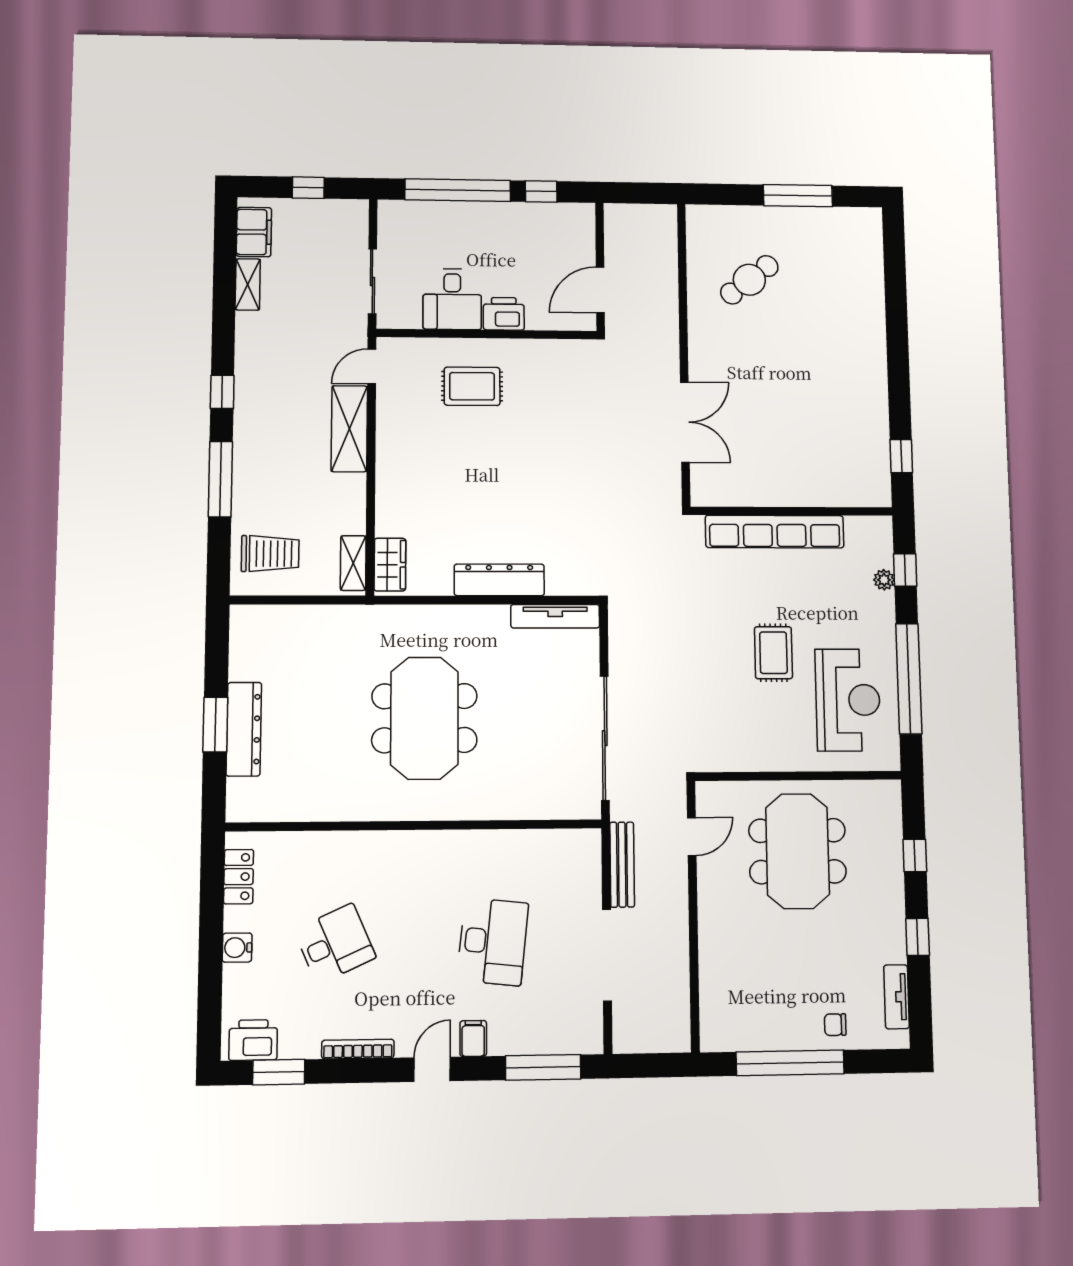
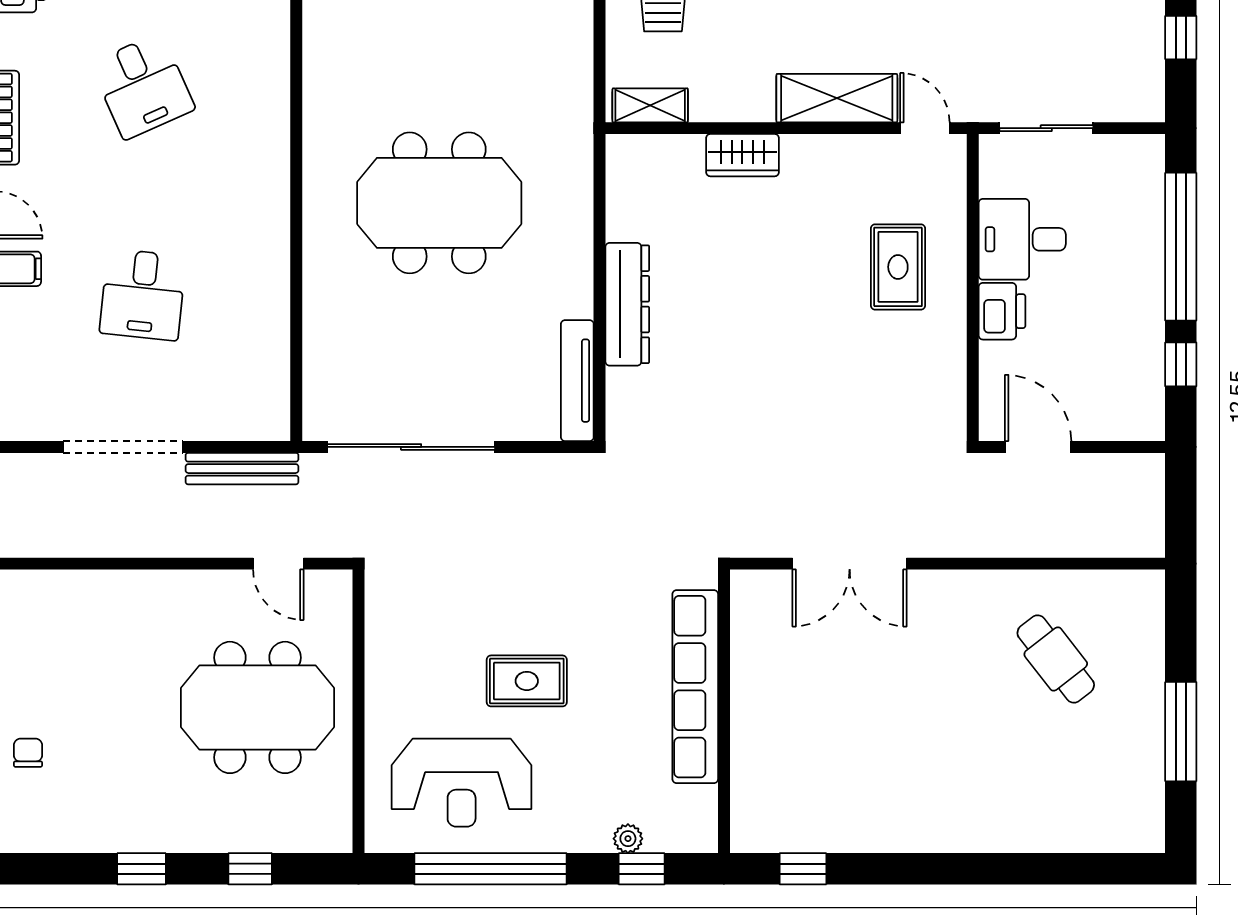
wardrobe: (390, 565) -> (742, 155), moved
desk: (493, 942) -> (143, 295), width x0.73
tv unit: (896, 997) -> (63, 837), removed

